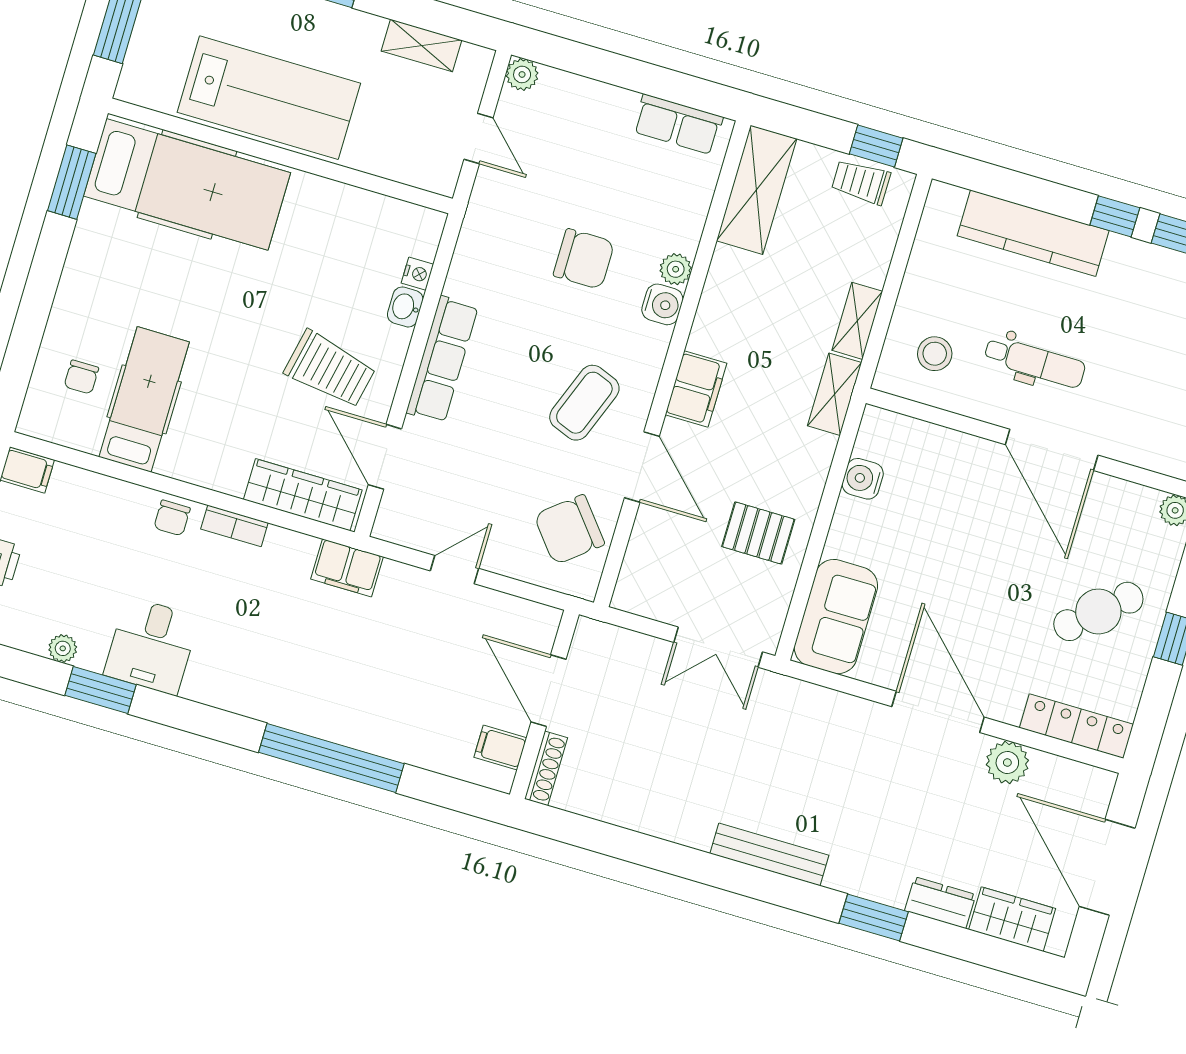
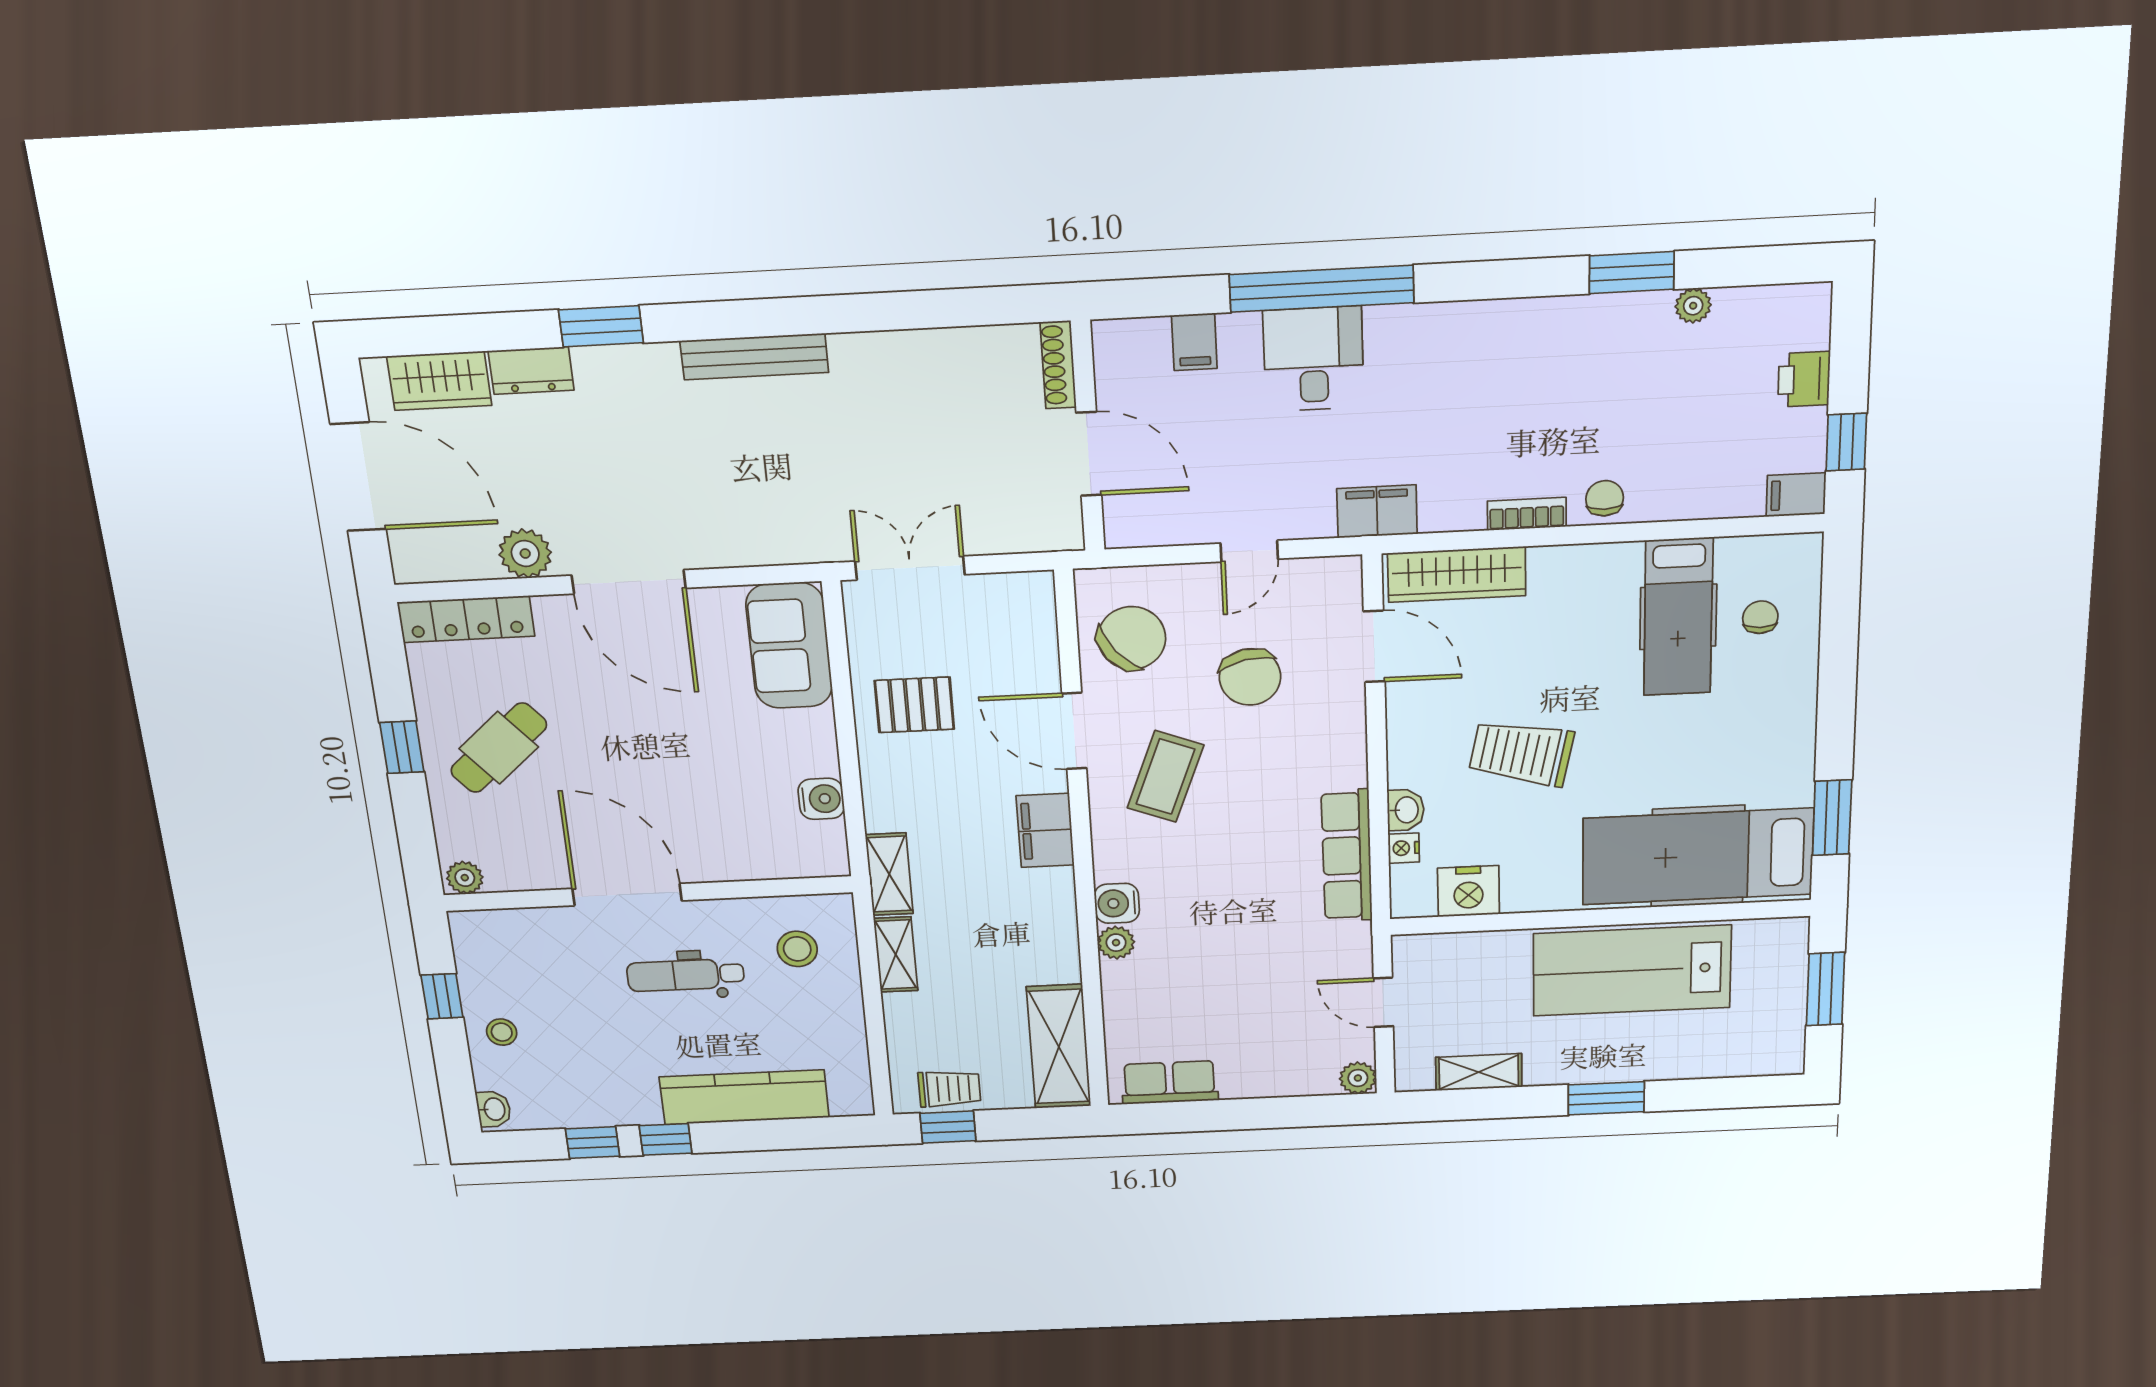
nightstand: (378, 217) -> (1468, 891), added
chair: (584, 259) -> (1250, 677), moved, turned -102
row of seats: (442, 359) -> (1347, 856), moved
trolley: (330, 369) -> (1521, 753), moved
desk: (151, 646) -> (1313, 359), moved
filing cabinet: (500, 748) -> (1194, 342), moved, turned 90

